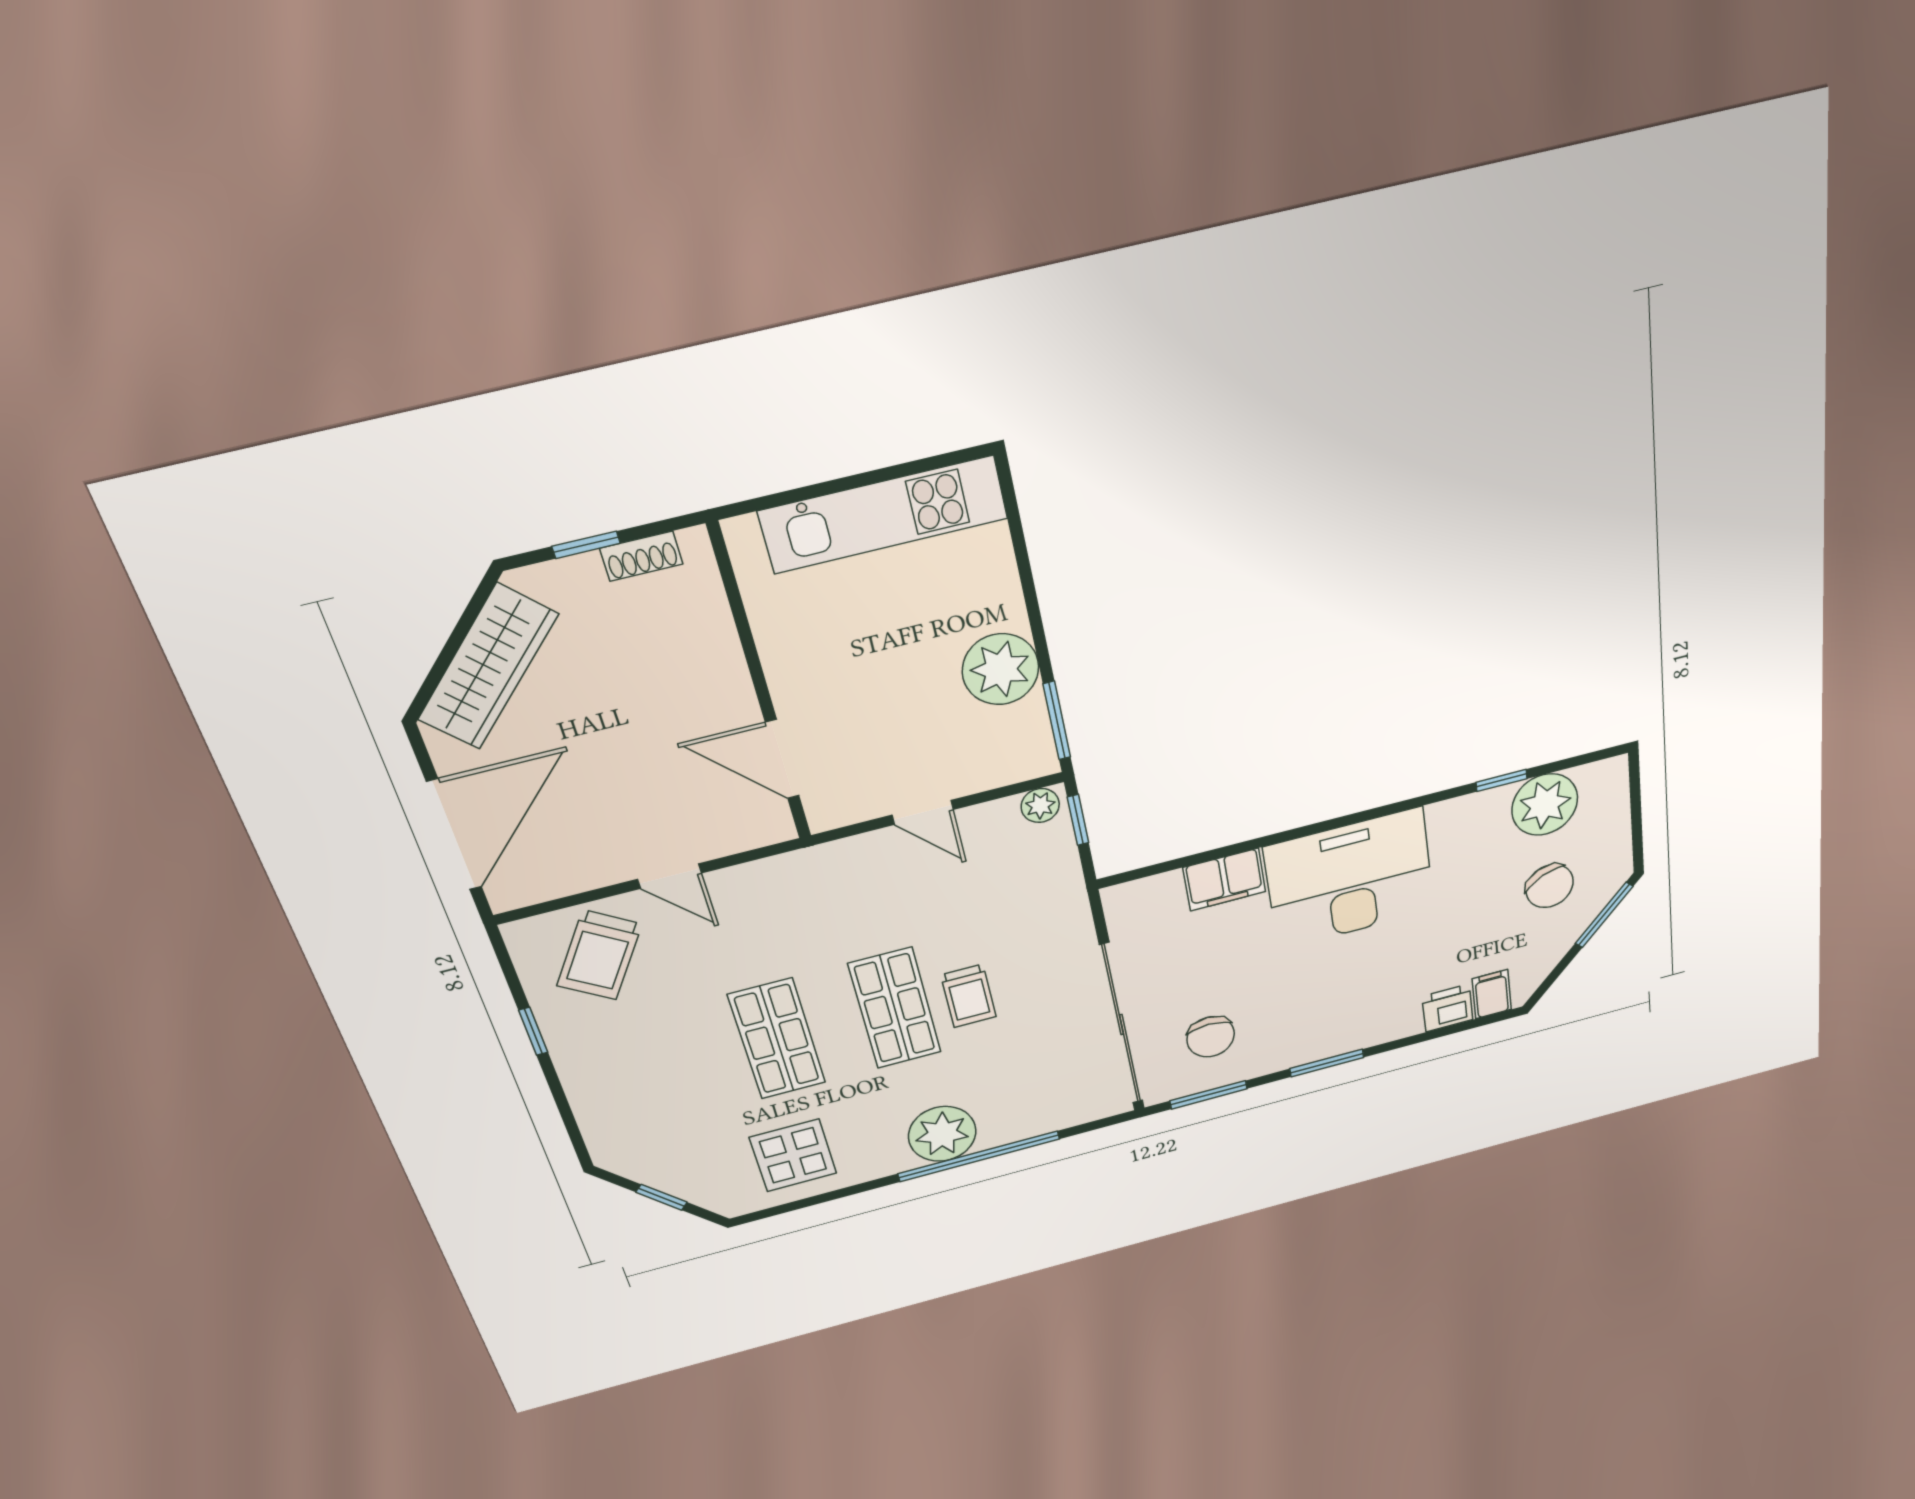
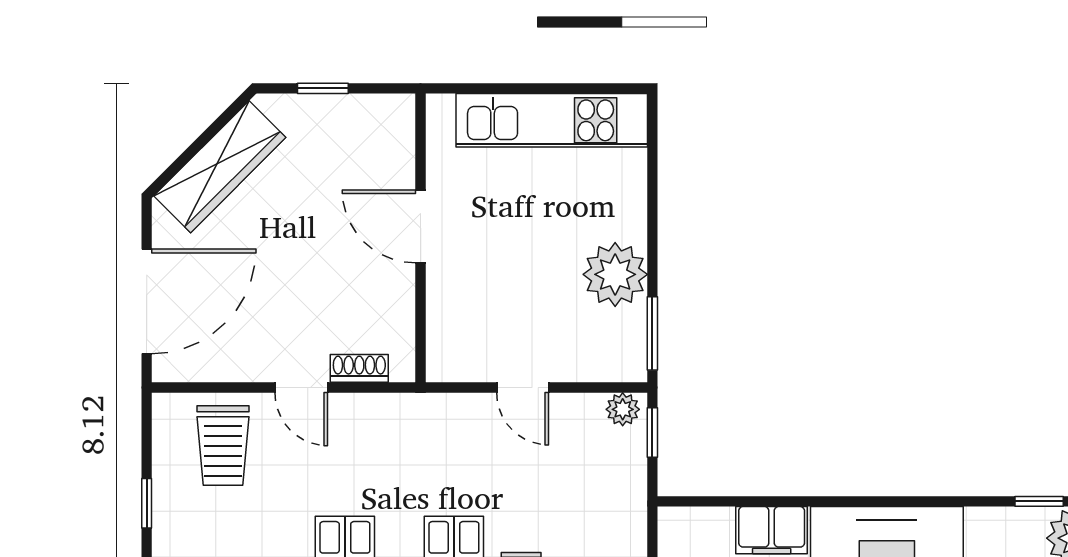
shoe rack: (641, 556) -> (359, 368), moved, turned 180
door: (782, 759) -> (421, 226), moved
trolley: (599, 955) -> (223, 445), turned -33

